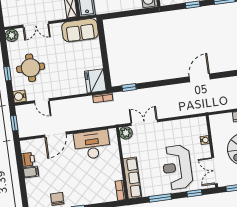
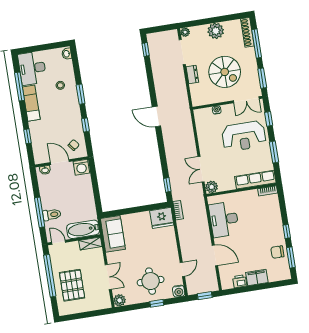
filing cabinet: (31, 172) -> (257, 277), width x2.00

